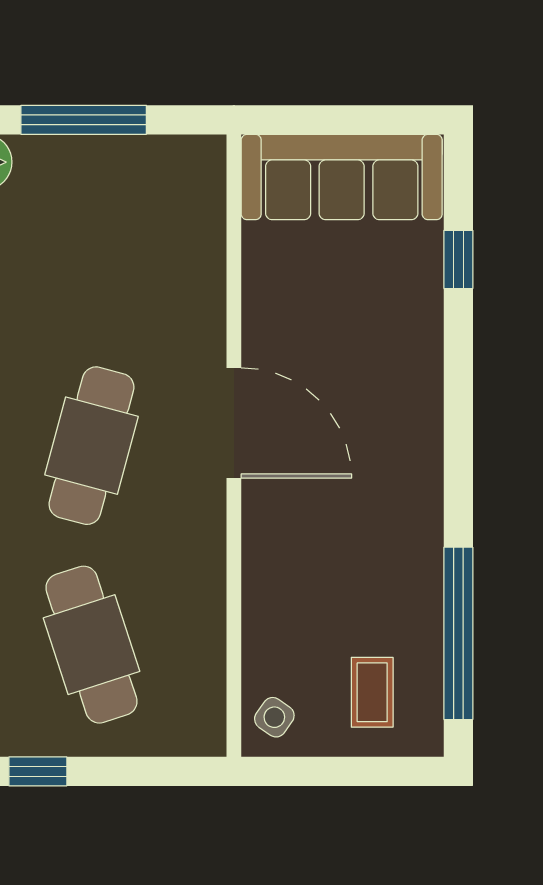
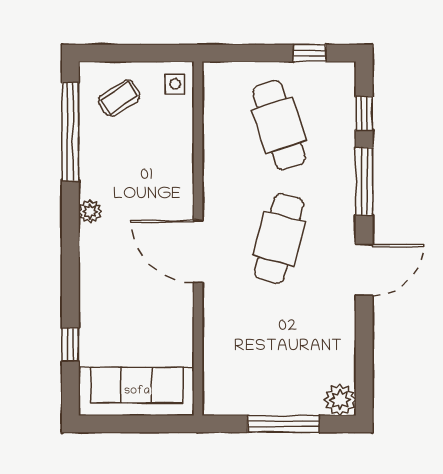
plant: (424, 493) -> (90, 211), added
coffee table: (372, 692) -> (119, 98), turned 57
side table: (274, 717) -> (175, 84), turned -35

